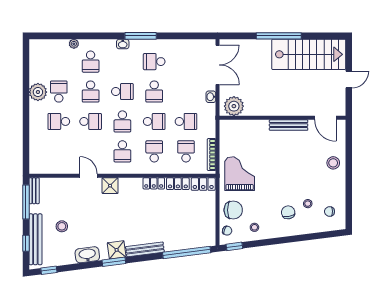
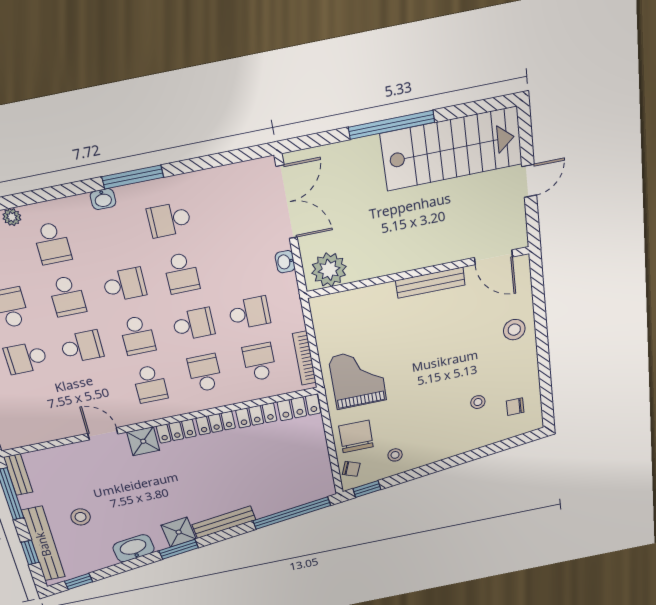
locker: (130, 183) -> (176, 431), added
chair: (233, 210) -> (356, 437), turned -90
chair: (288, 212) -> (447, 422), removed

